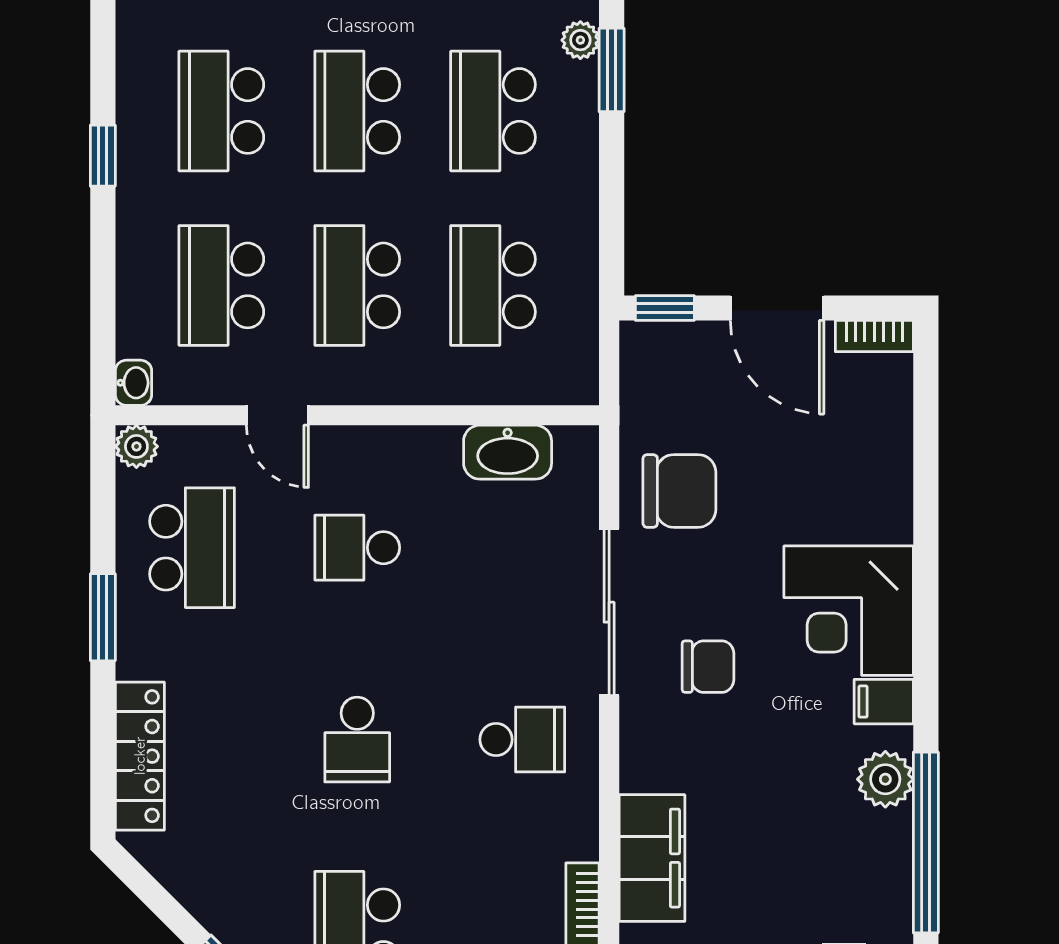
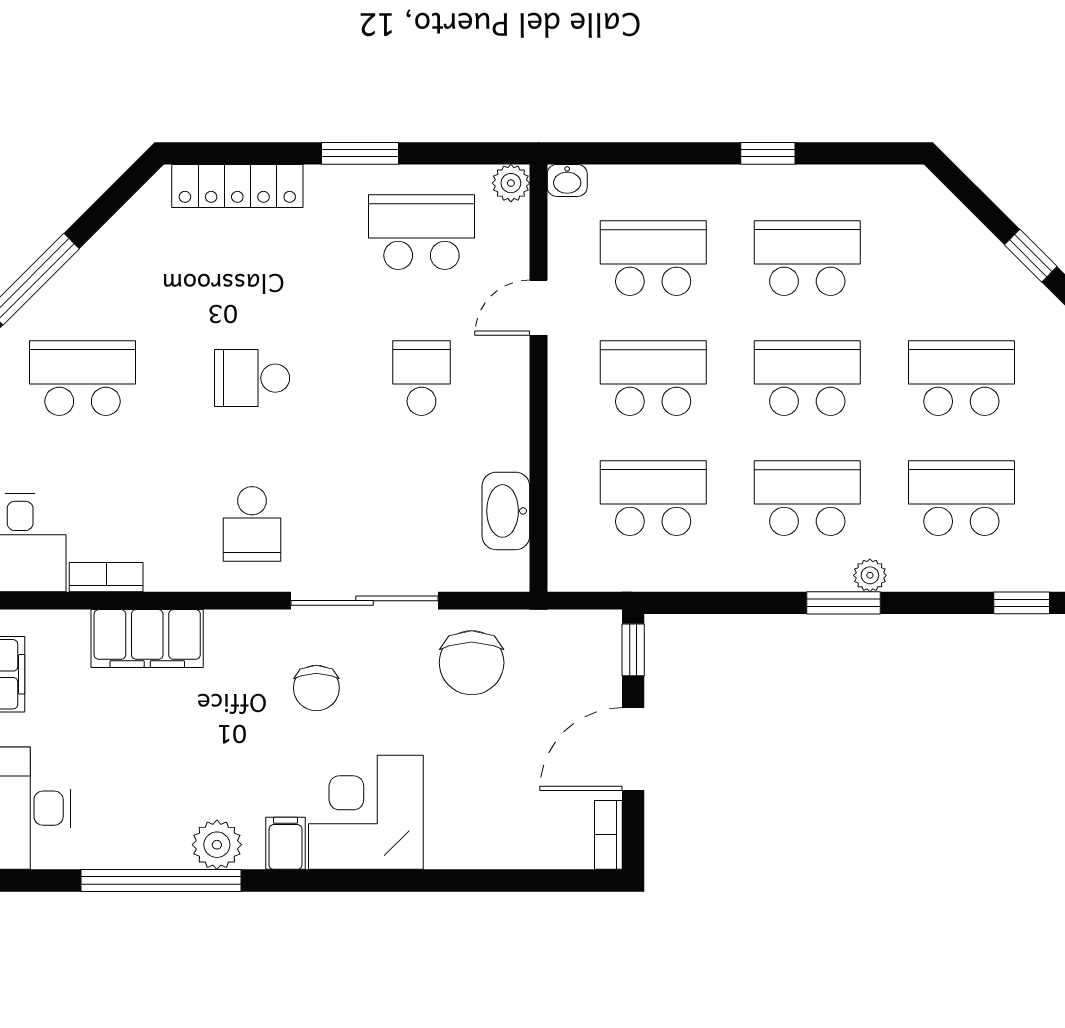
school desk: (192, 548) -> (421, 232), turned 180

